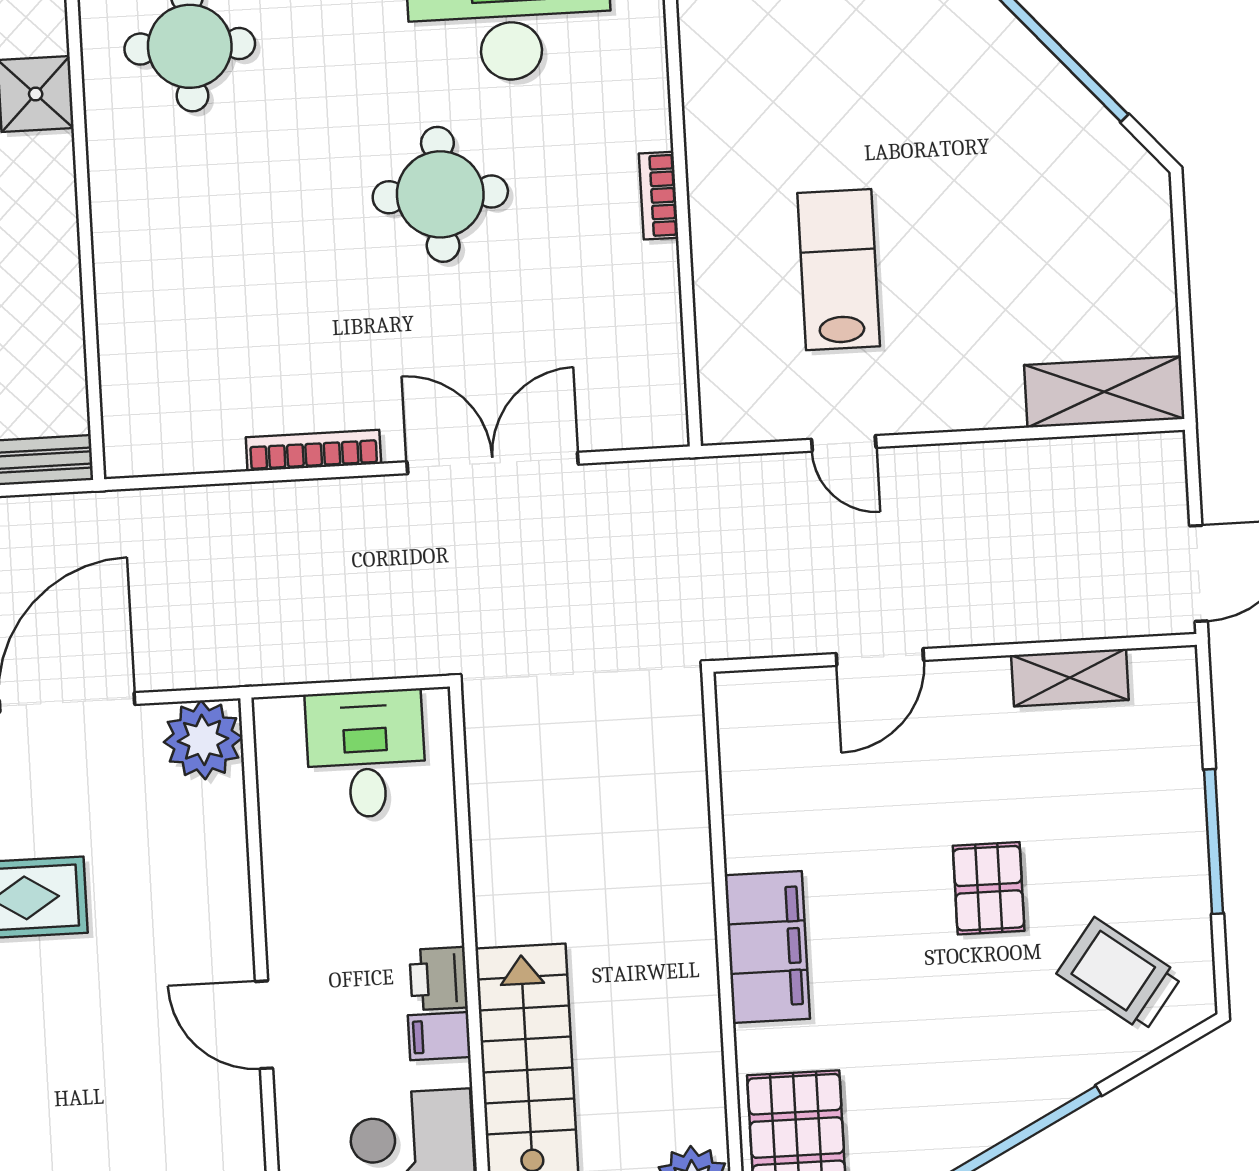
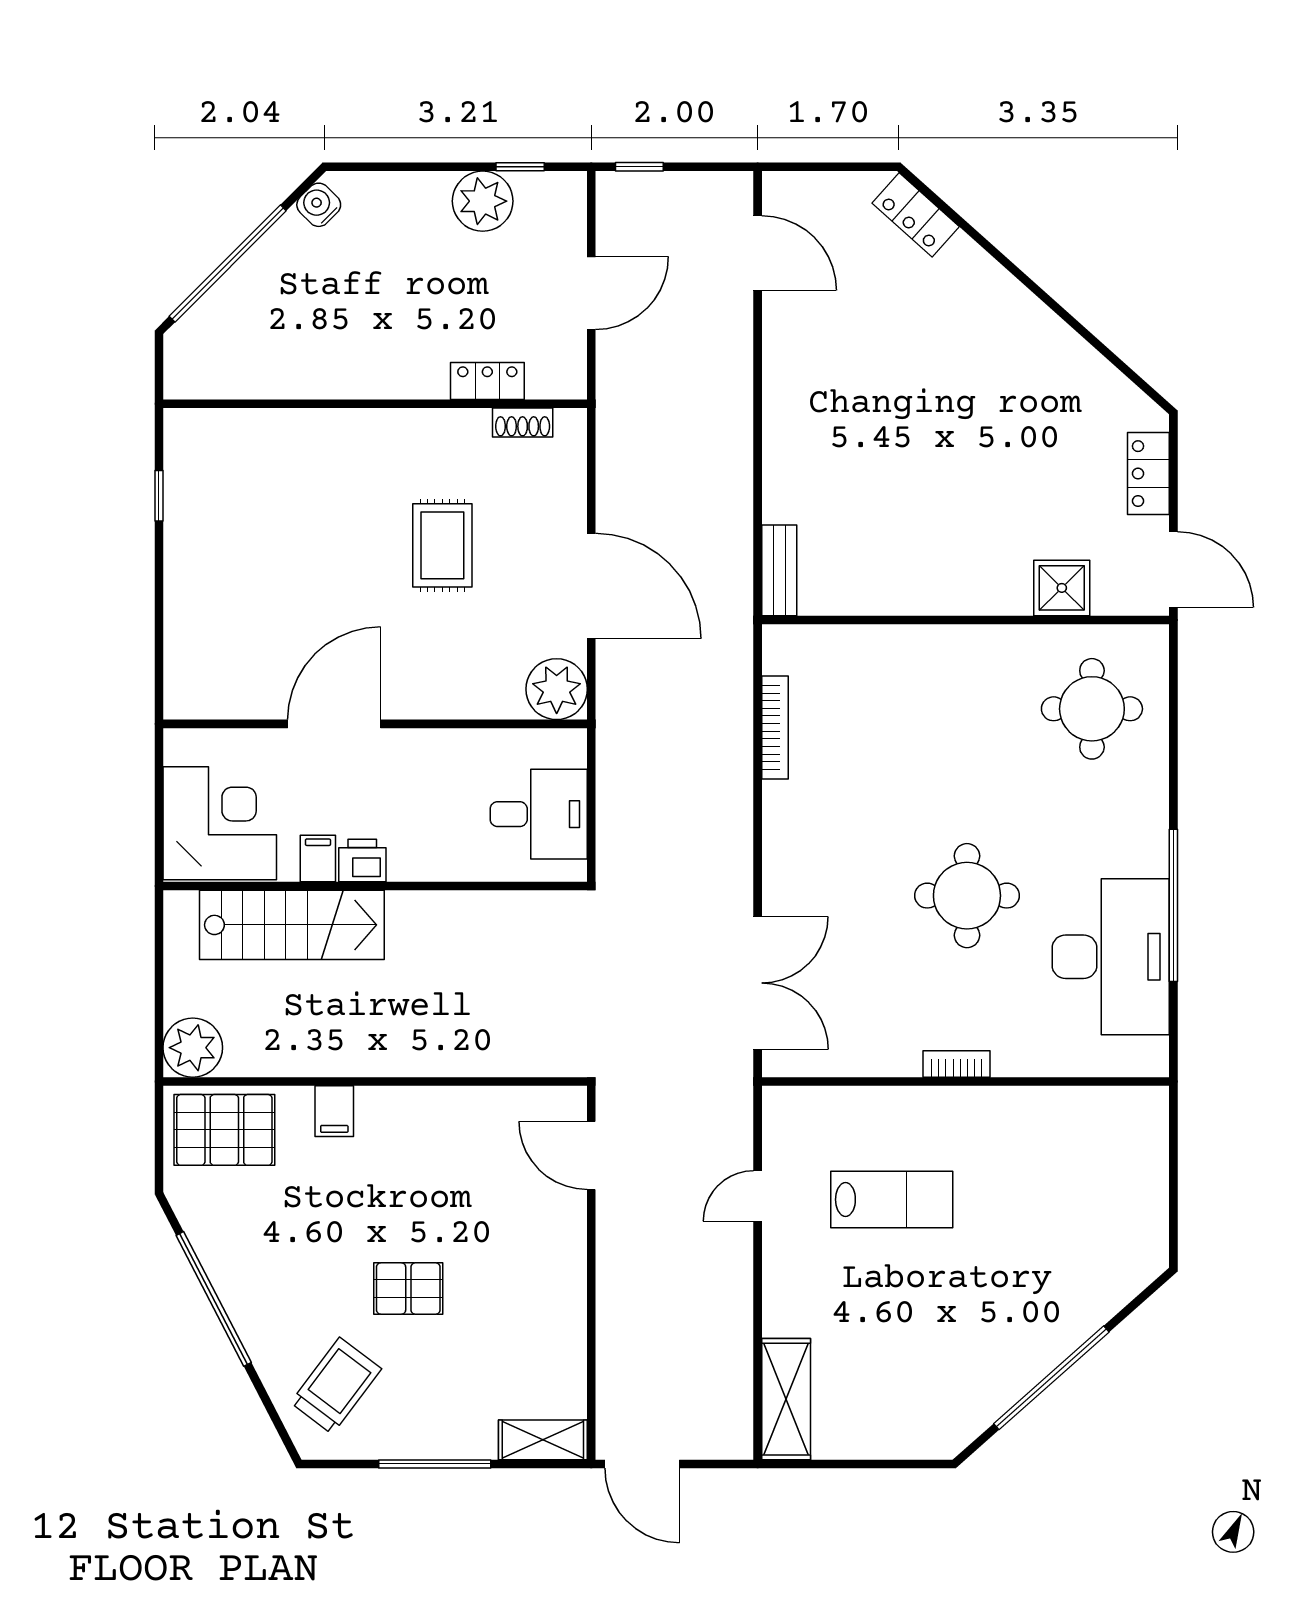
bookcase: (313, 450) -> (775, 727), moved
double door: (493, 463) -> (758, 983), moved
door: (880, 657) -> (591, 1156), moved
shelving: (1070, 678) -> (543, 1440), moved, turned 90
filing cabinet: (767, 947) -> (334, 1111), width x0.33, depth x0.86
door: (264, 1025) -> (334, 724), width x1.36

